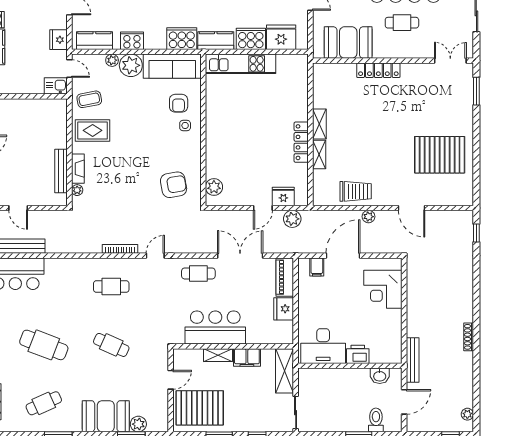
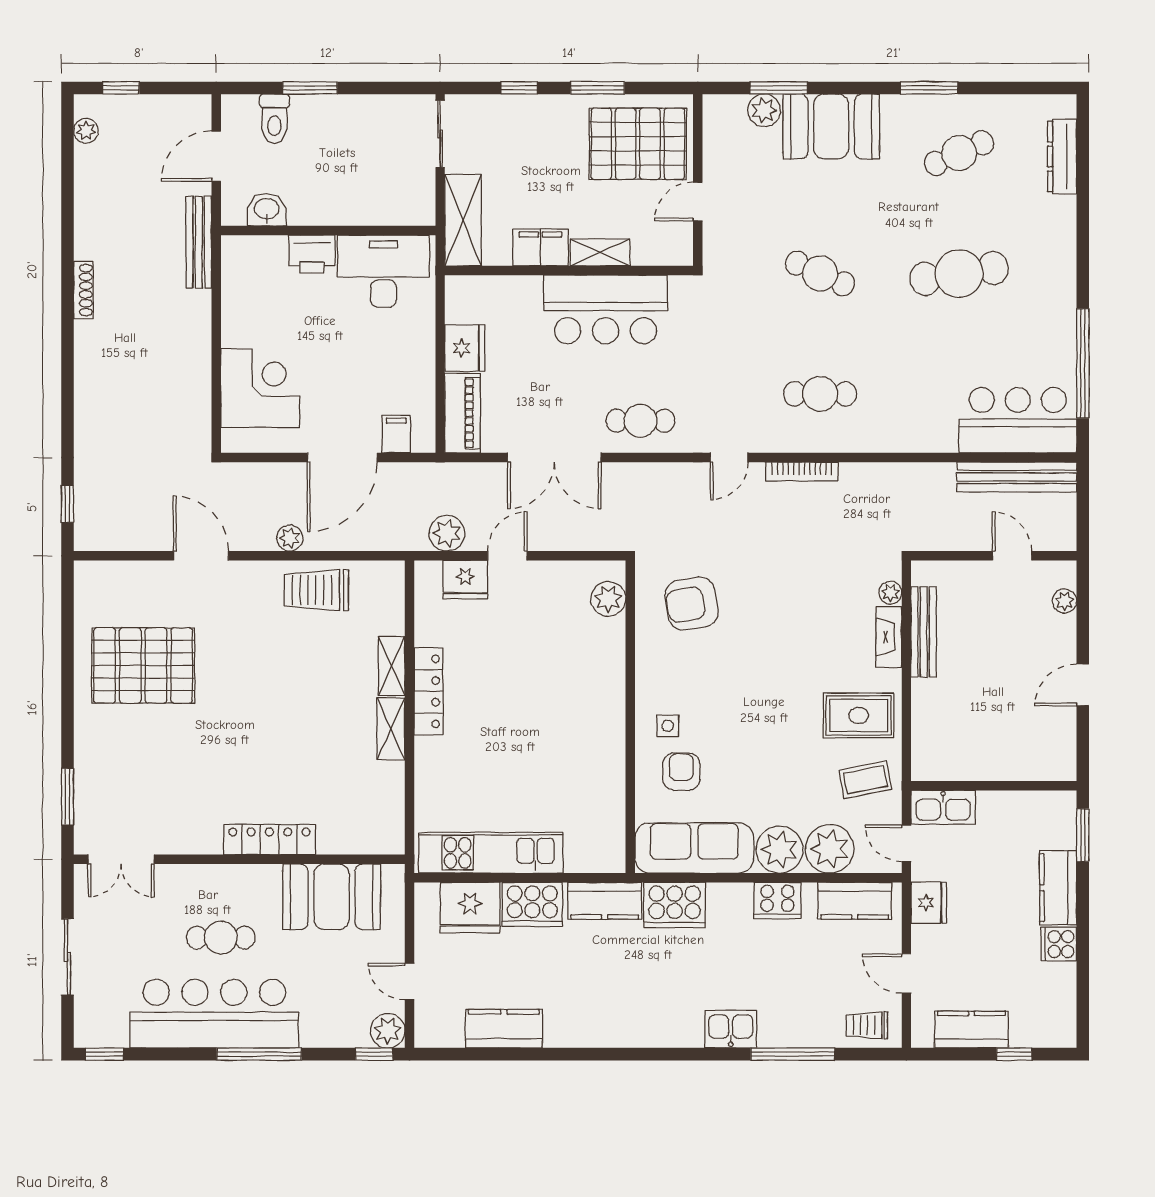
plant: (112, 60) -> (830, 849), width x1.88, depth x1.88
kitchen unit: (241, 64) -> (491, 853), moved
kitchen sink: (56, 86) -> (943, 807), width x1.38
cafe table: (44, 345) -> (959, 273), turned -30

